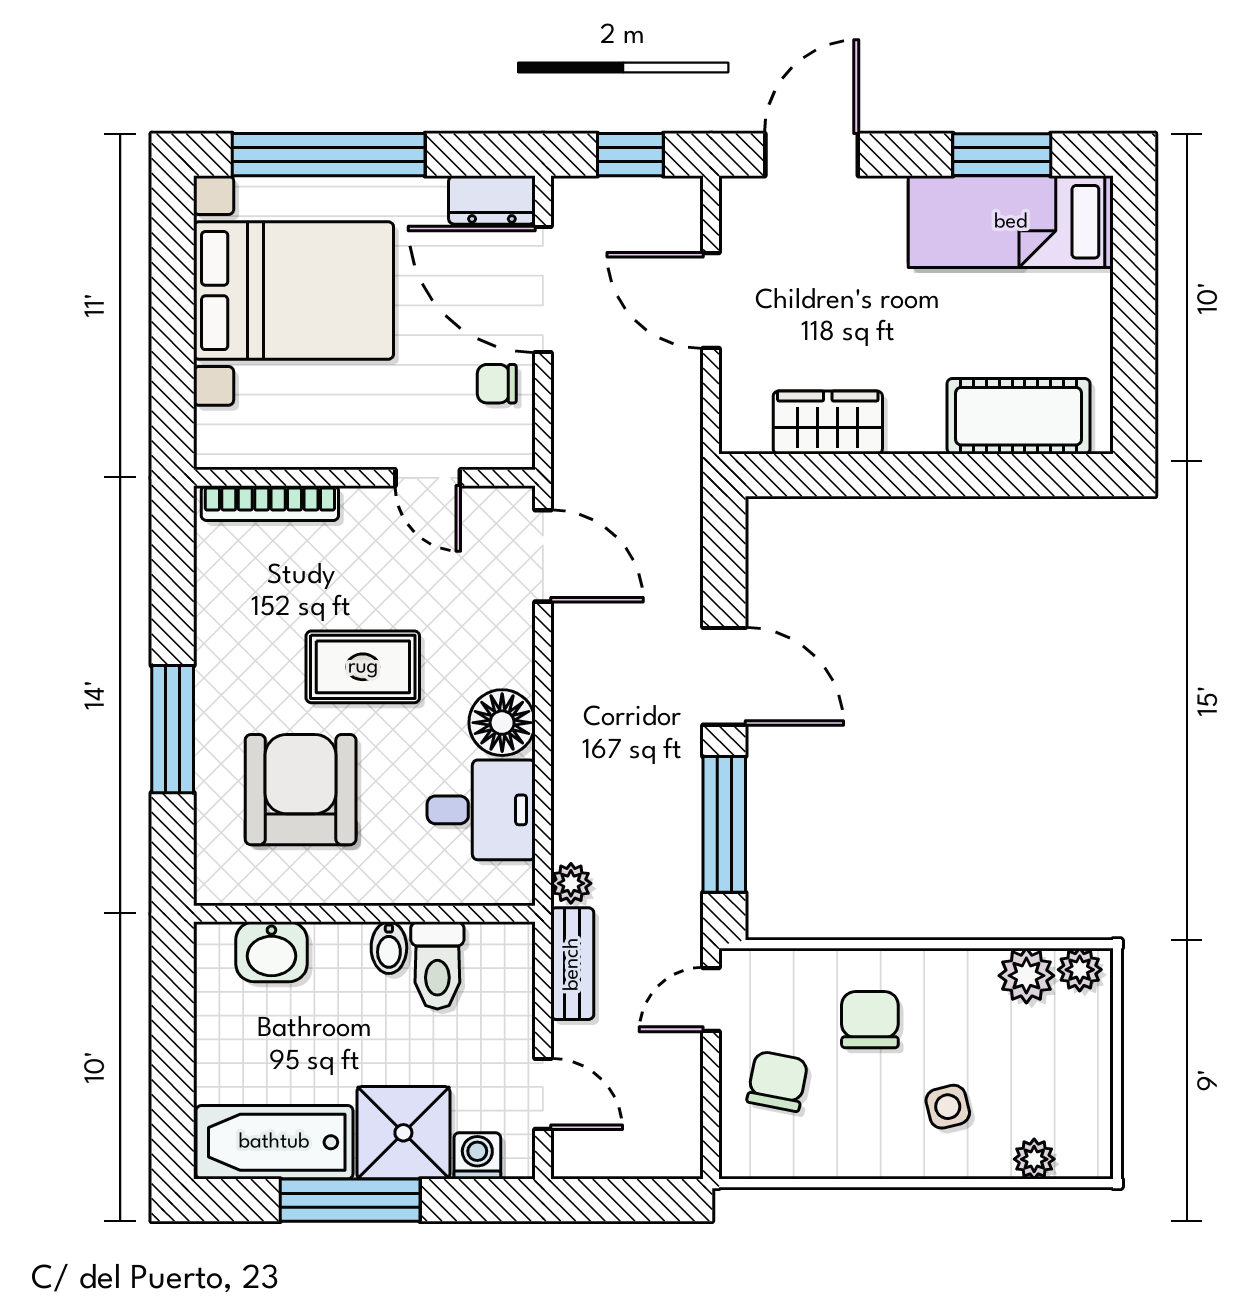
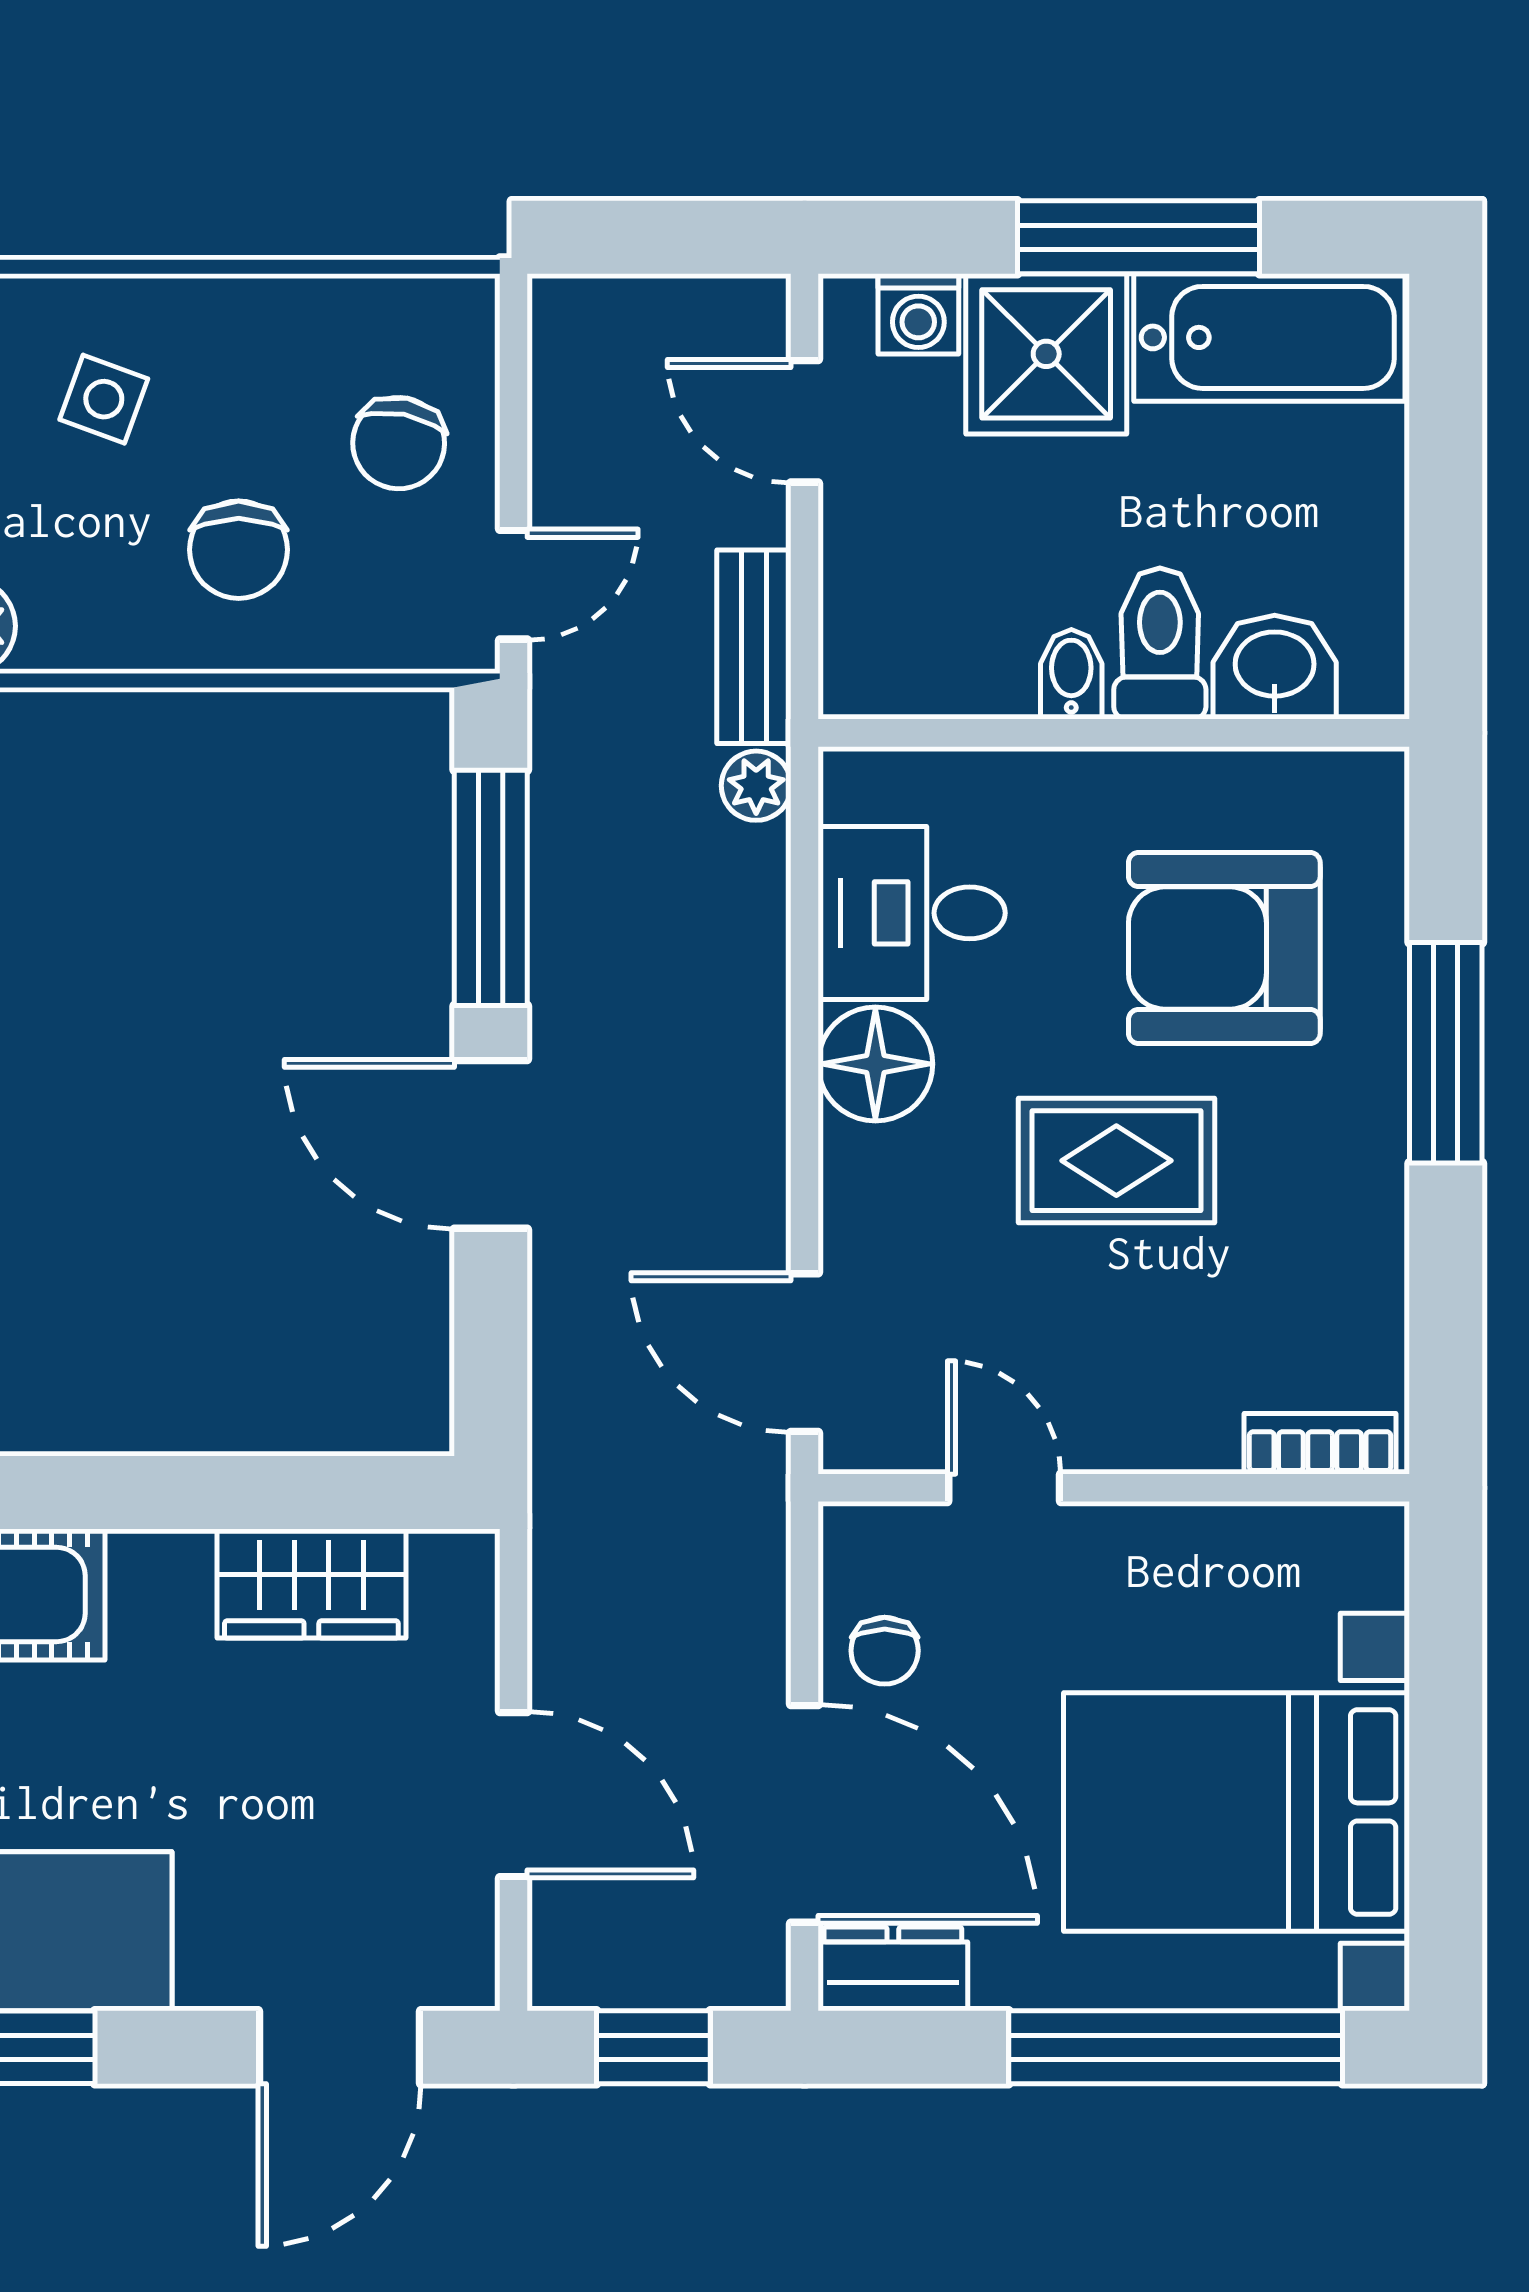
chair: (497, 384) -> (885, 1651), turned 90
bookcase: (270, 503) -> (1320, 1444), width x0.64
armchair: (301, 790) -> (1224, 948), turned 90
toilet: (437, 965) -> (1160, 644), moved
side table: (948, 1107) -> (104, 399), turned 34

